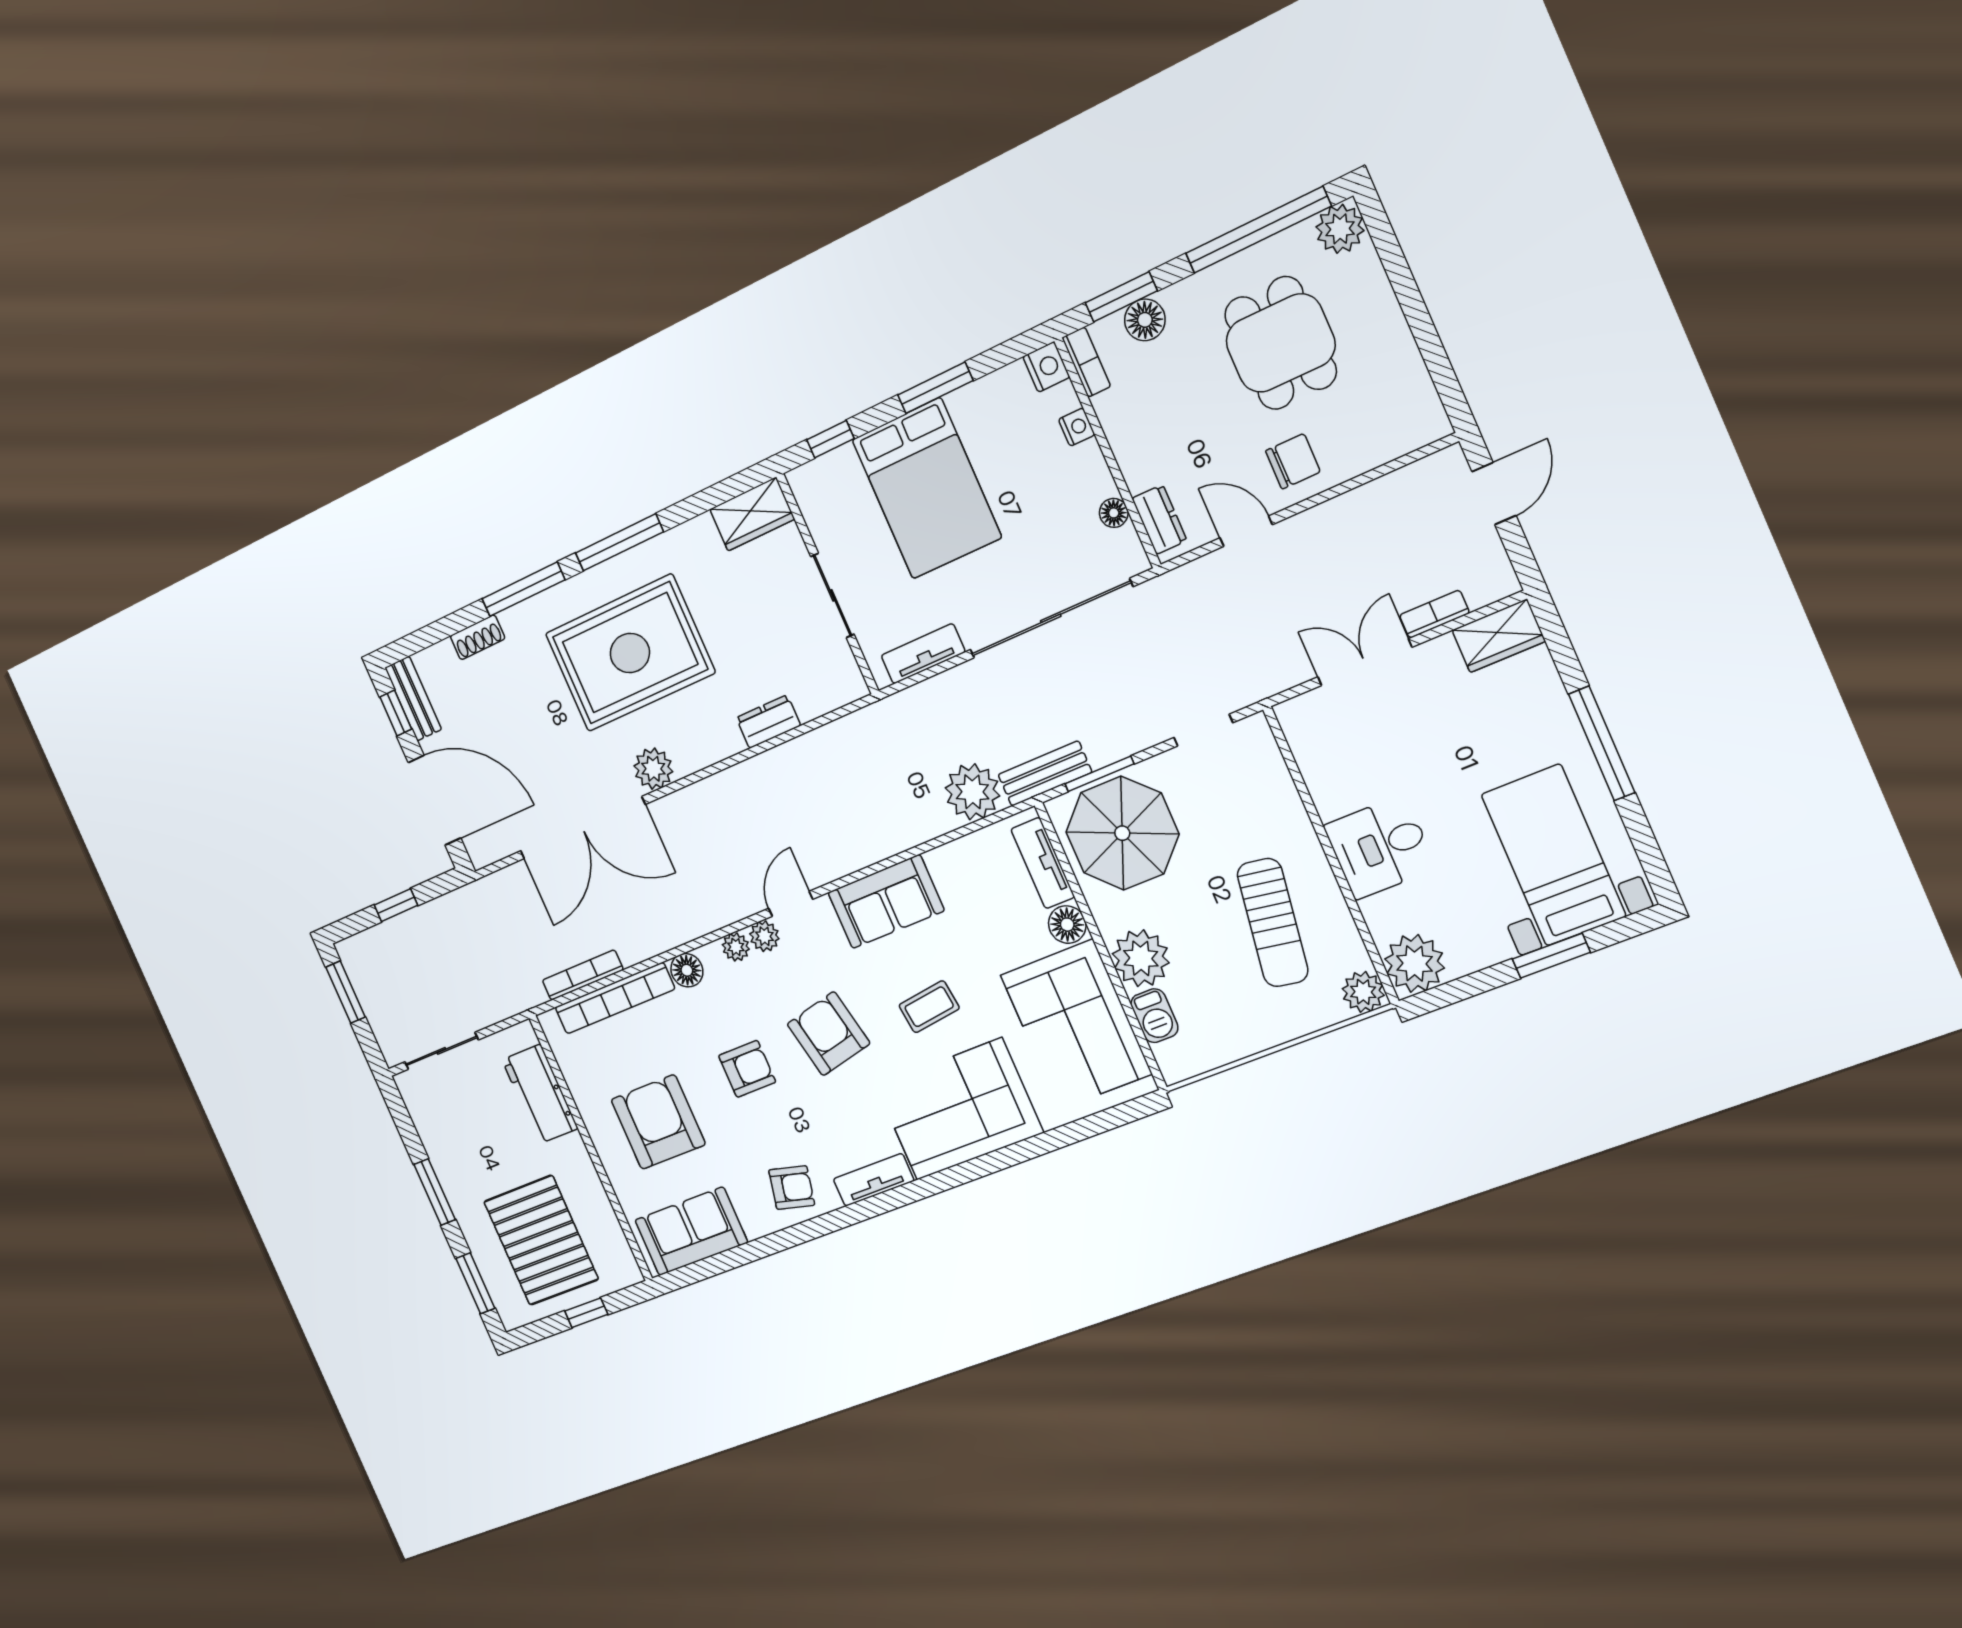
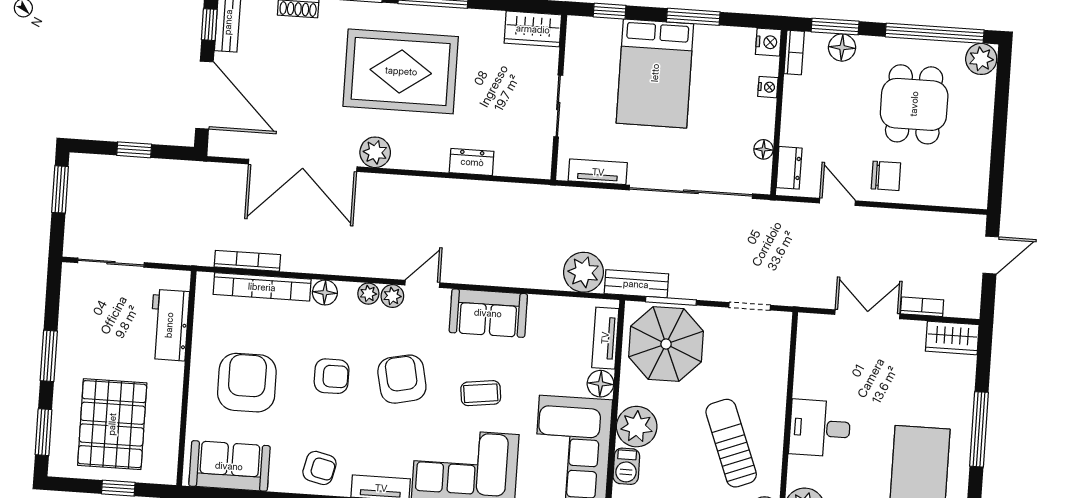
sun lounger: (1273, 923) -> (731, 443), turned 150

